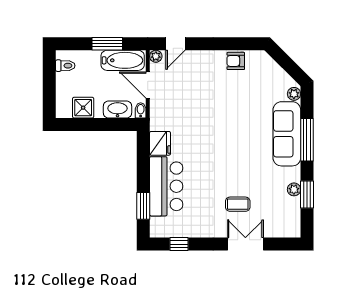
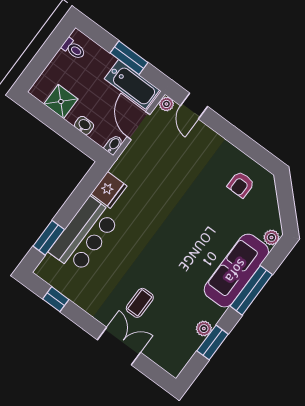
door: (175, 44) -> (194, 106), hinge flipped
armchair: (236, 61) -> (241, 185), moved, turned -90
washbasin: (117, 109) -> (84, 125), width x0.52, depth x0.69
coffee table: (238, 204) -> (140, 303), turned 90

